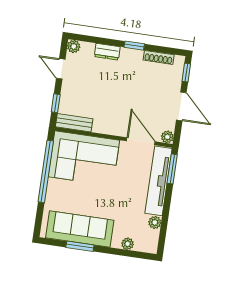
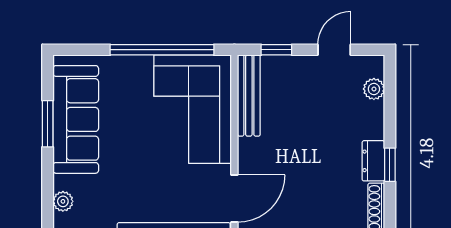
plant: (74, 46) -> (374, 89), moved
dresser: (107, 52) -> (373, 161), moved
bench: (74, 123) -> (249, 96), width x1.36

